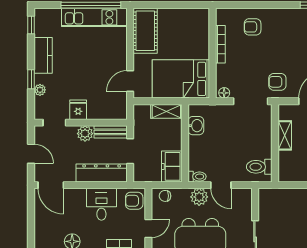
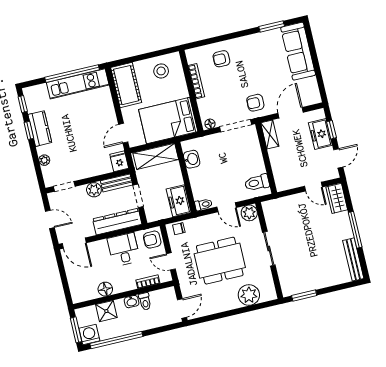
stool: (186, 25) -> (161, 71), added
window: (31, 79) -> (29, 130), moved
fridge: (78, 110) -> (119, 161), moved
shelving: (166, 111) -> (156, 156), width x1.50, depth x1.33
shelving: (285, 135) -> (270, 135), moved
plant: (199, 197) -> (249, 213), moved
door: (148, 229) -> (171, 261), swing flipped

